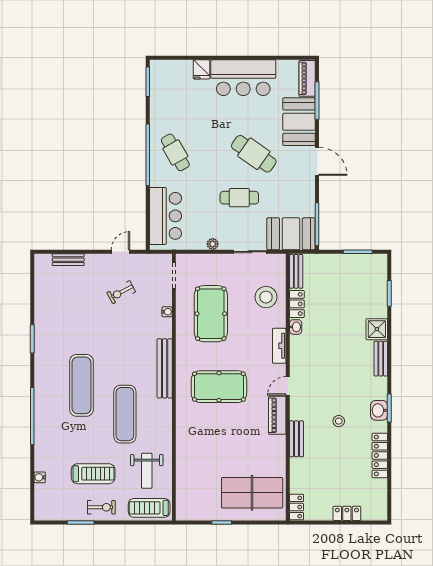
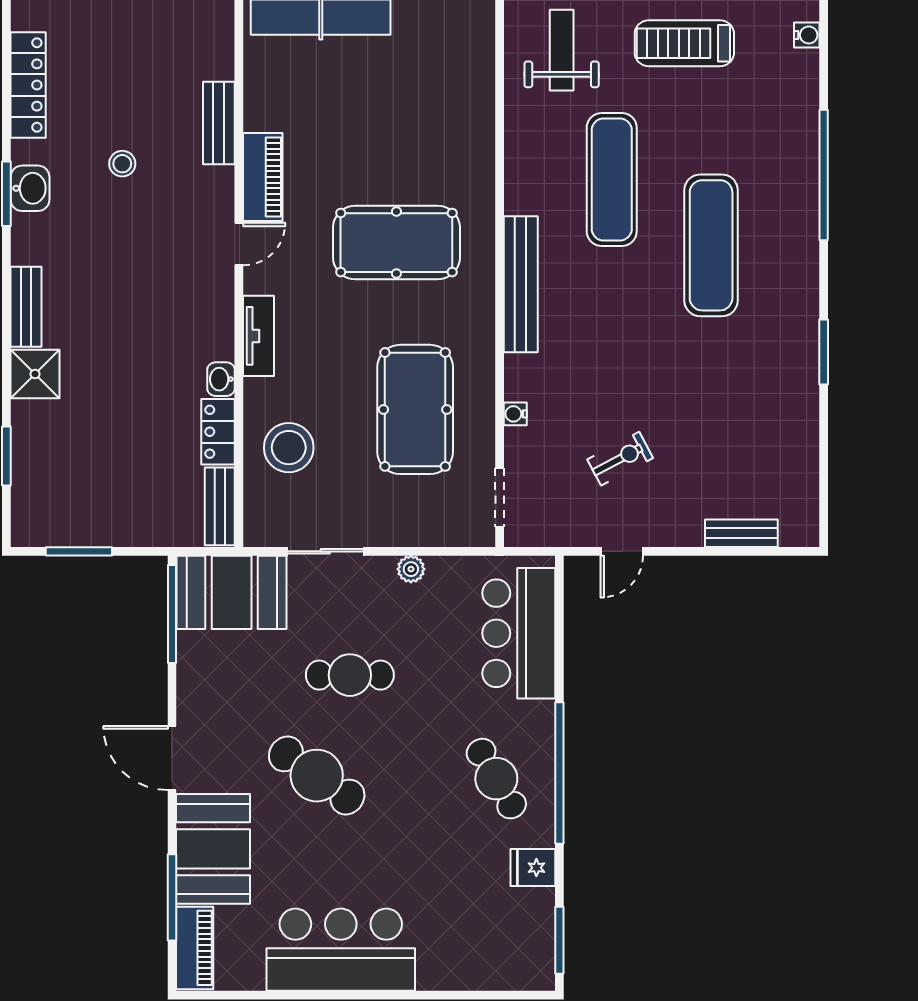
fridge: (201, 69) -> (533, 868), moved, turned -90

